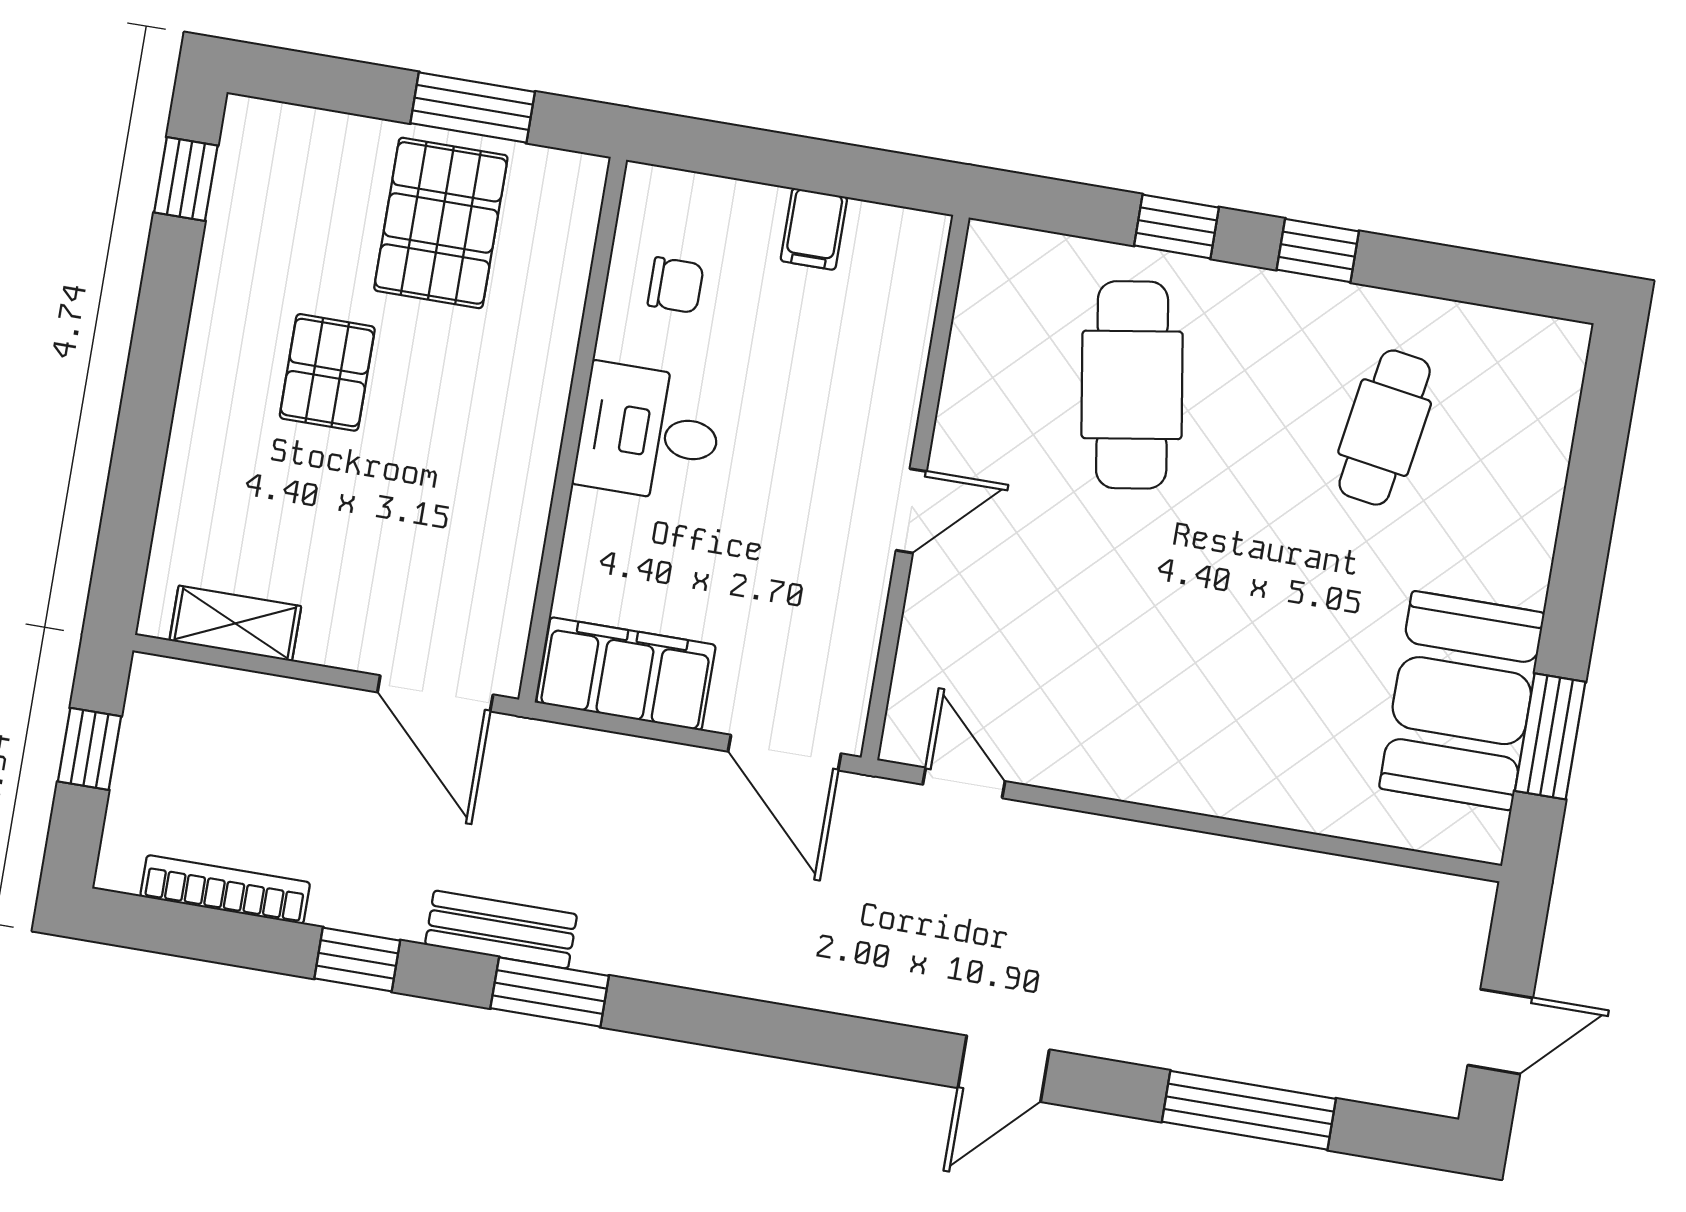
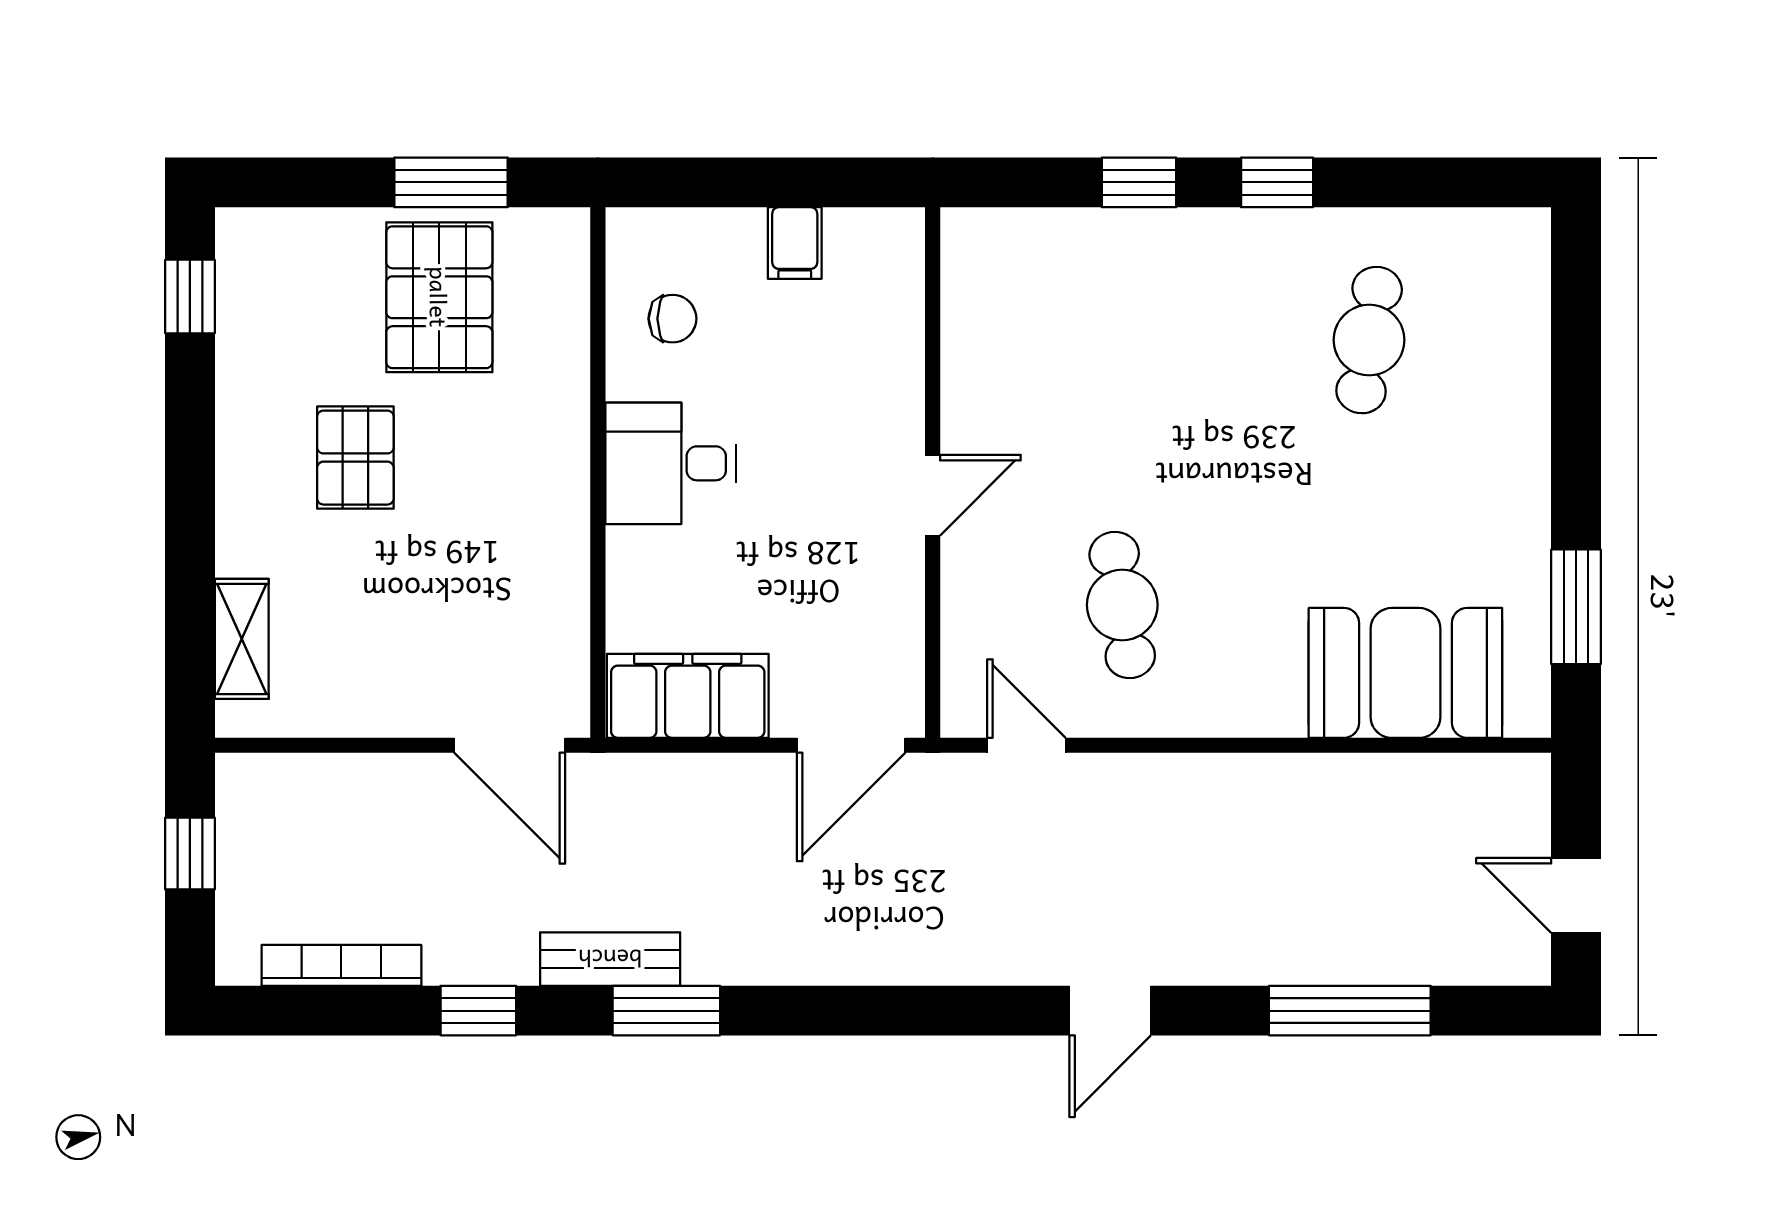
cafe table: (1132, 385) -> (1122, 605), moved, width x0.73, depth x0.74
shelving: (235, 623) -> (242, 639), moved, turned 90
booth: (1462, 701) -> (1405, 673), moved, turned 90
door: (785, 753) -> (851, 745), hinge flipped
door: (1500, 1032) -> (1576, 895), swing flipped

